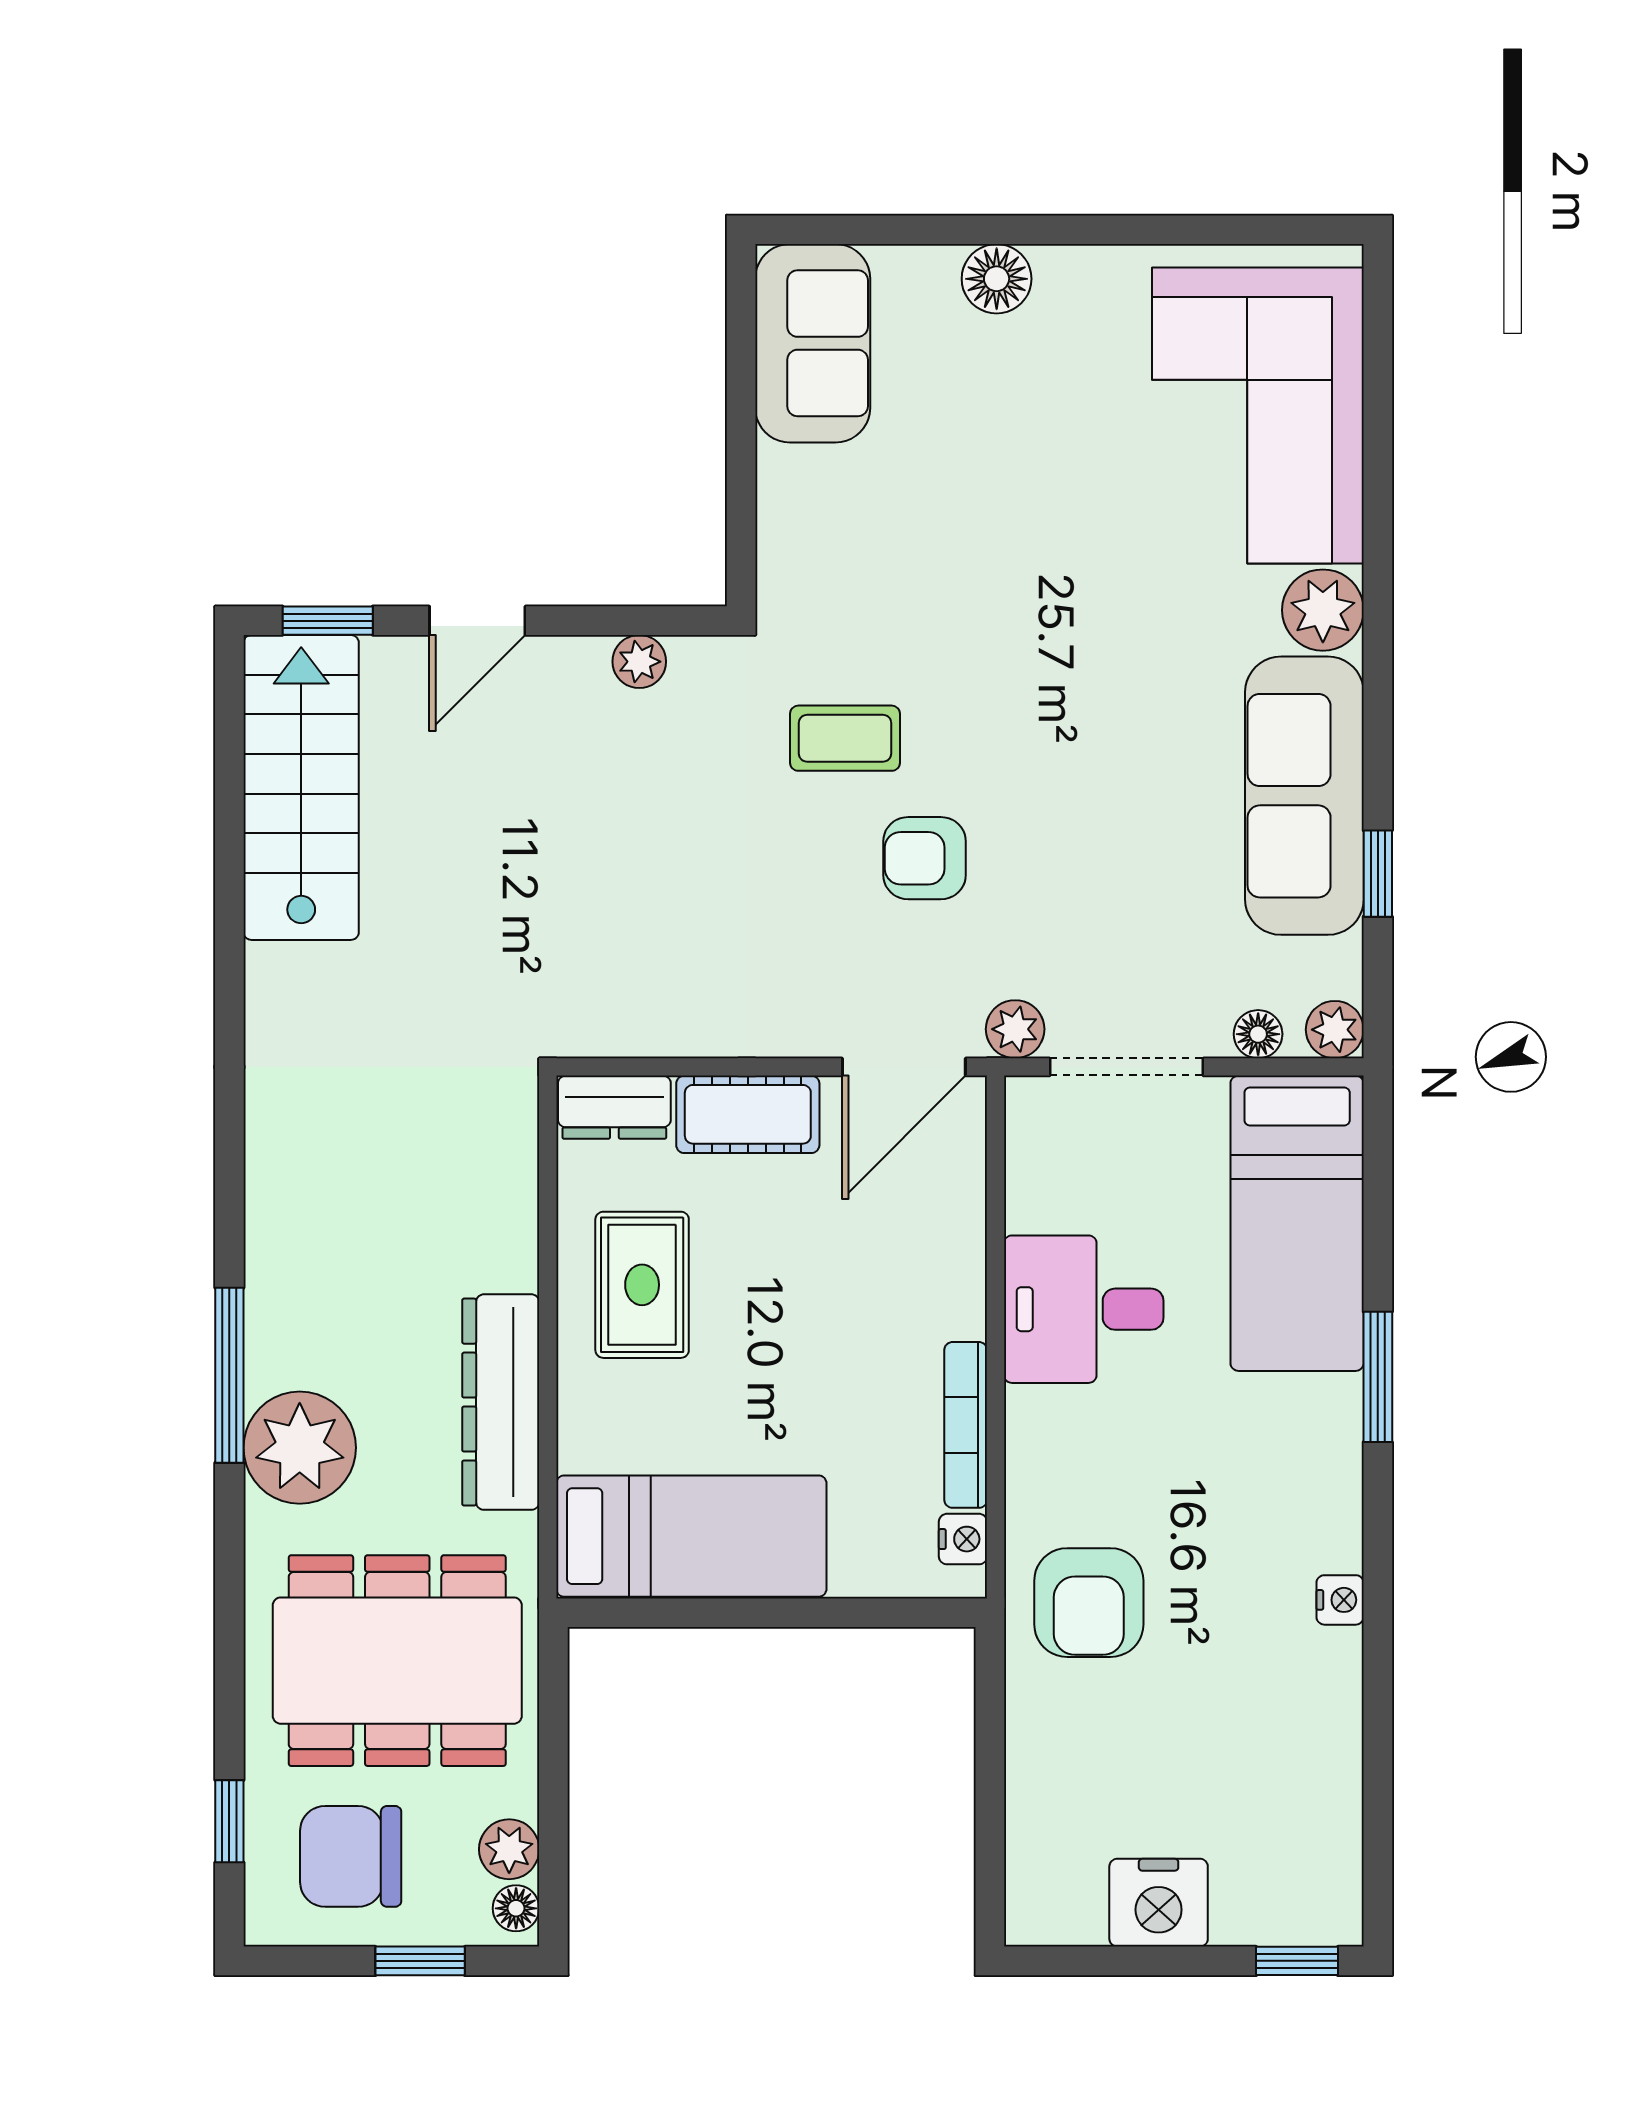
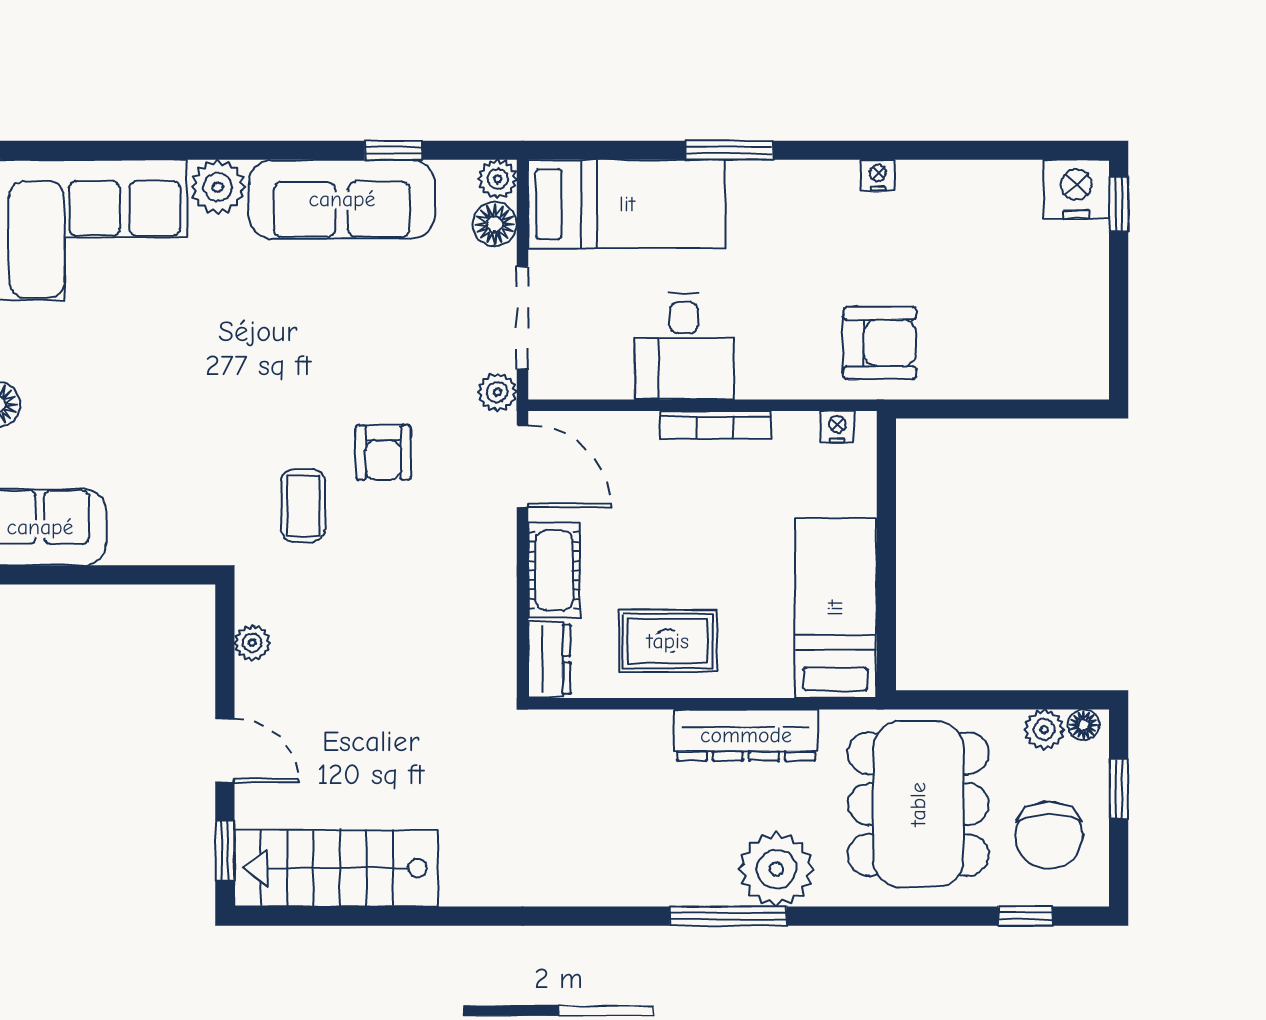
floor lamp: (1258, 1034) -> (495, 224), width x1.37, depth x1.37
bookcase: (966, 1425) -> (715, 425), moved
nightstand: (1159, 1903) -> (1076, 189), moved, turned -90

